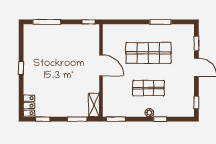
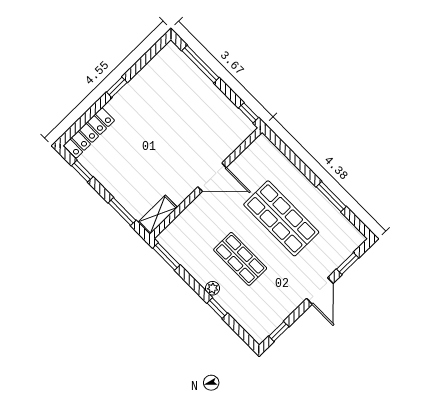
door: (101, 65) -> (212, 177), hinge flipped
locker: (29, 106) -> (89, 133), width x1.53

